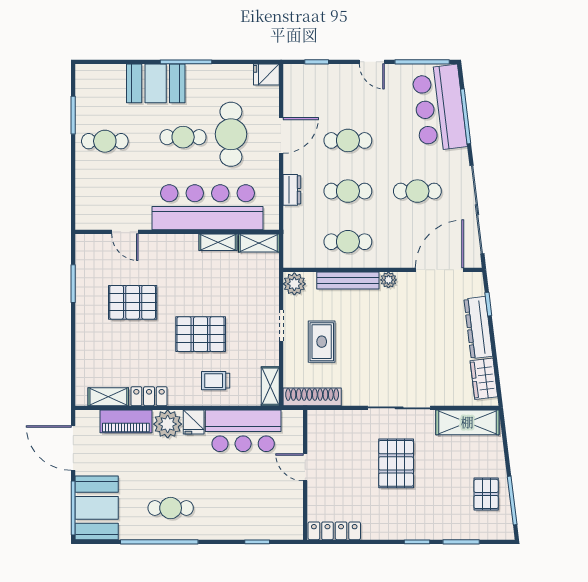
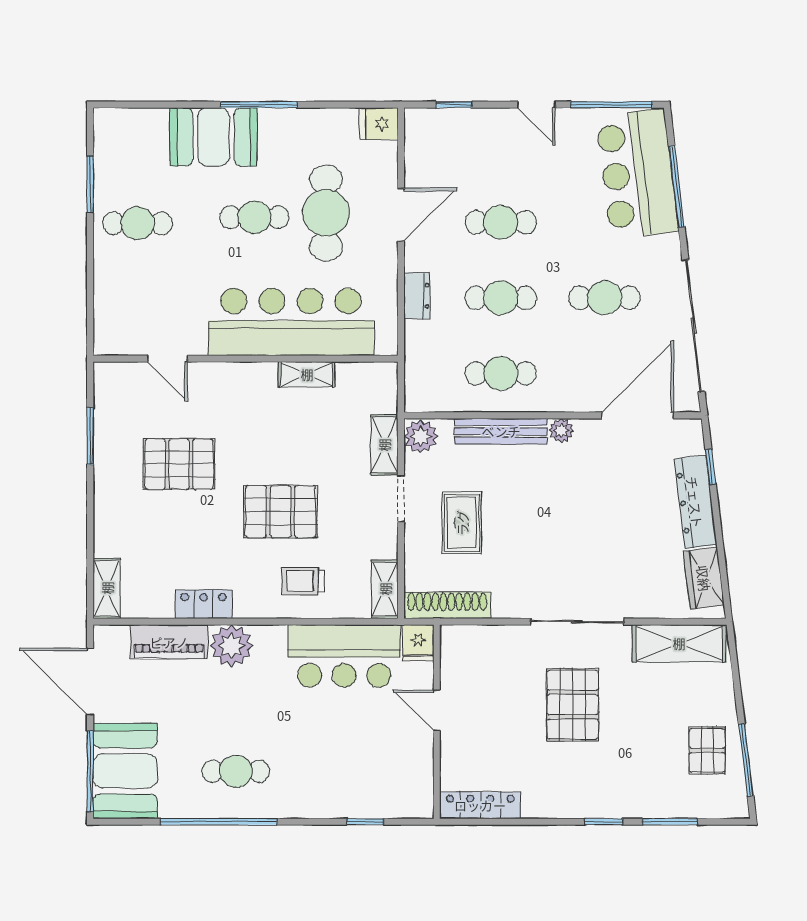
shelving: (259, 243) -> (384, 445), moved, turned 90
shelving: (108, 397) -> (107, 588), moved, turned 90
fridge: (194, 422) -> (418, 643), moved

